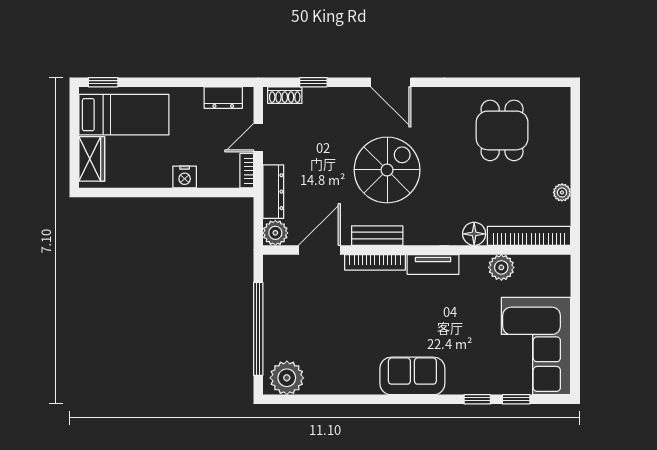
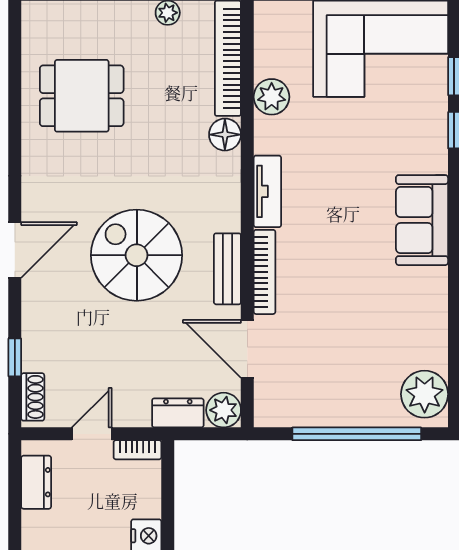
door: (258, 138) -> (92, 434), swing flipped
dresser: (273, 192) -> (178, 413), width x0.70

